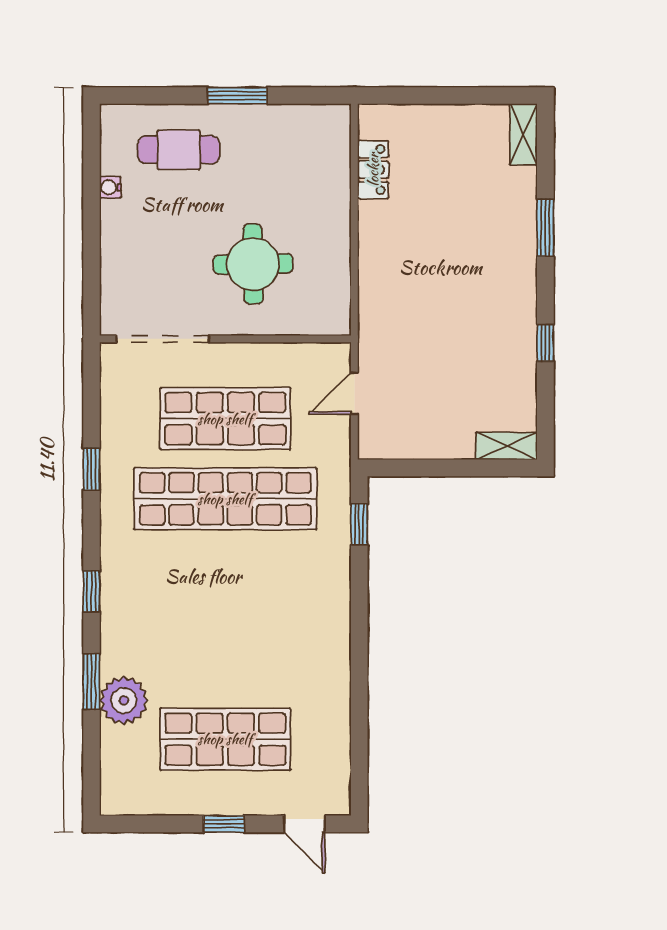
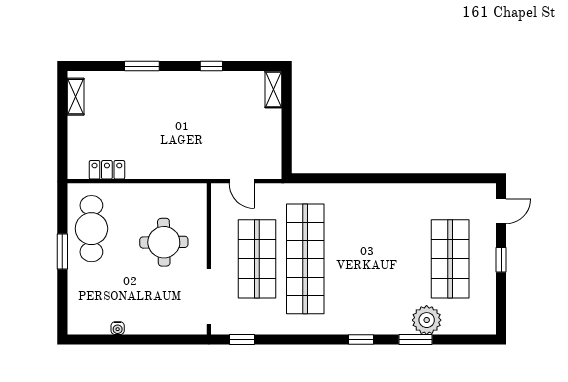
shelving: (523, 134) -> (76, 97), moved, turned 90
cafe table: (179, 150) -> (91, 229), moved, width x1.37, depth x1.35
window: (91, 469) -> (242, 340), moved
window: (359, 524) -> (321, 178), removed

